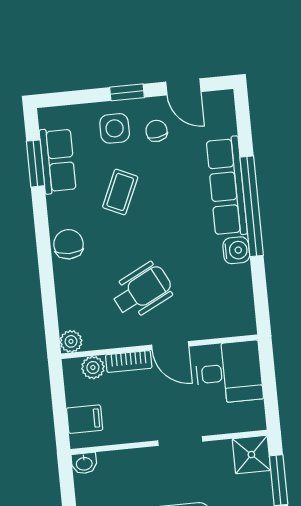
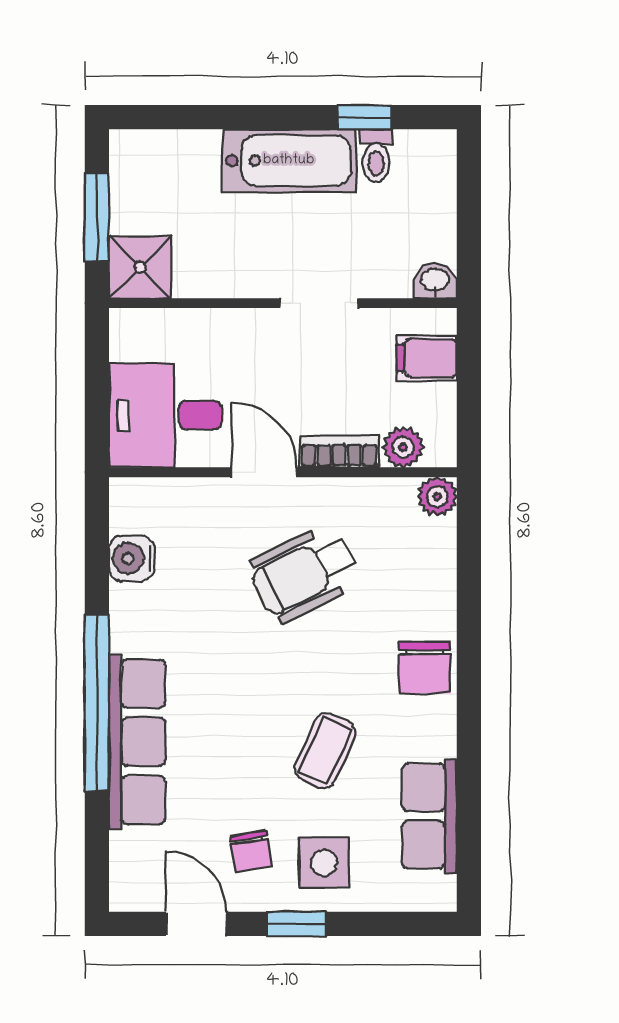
window: (35, 163) -> (469, 815), removed
water cooler: (236, 250) -> (132, 558), moved
doorway: (180, 441) -> (319, 303), moved

